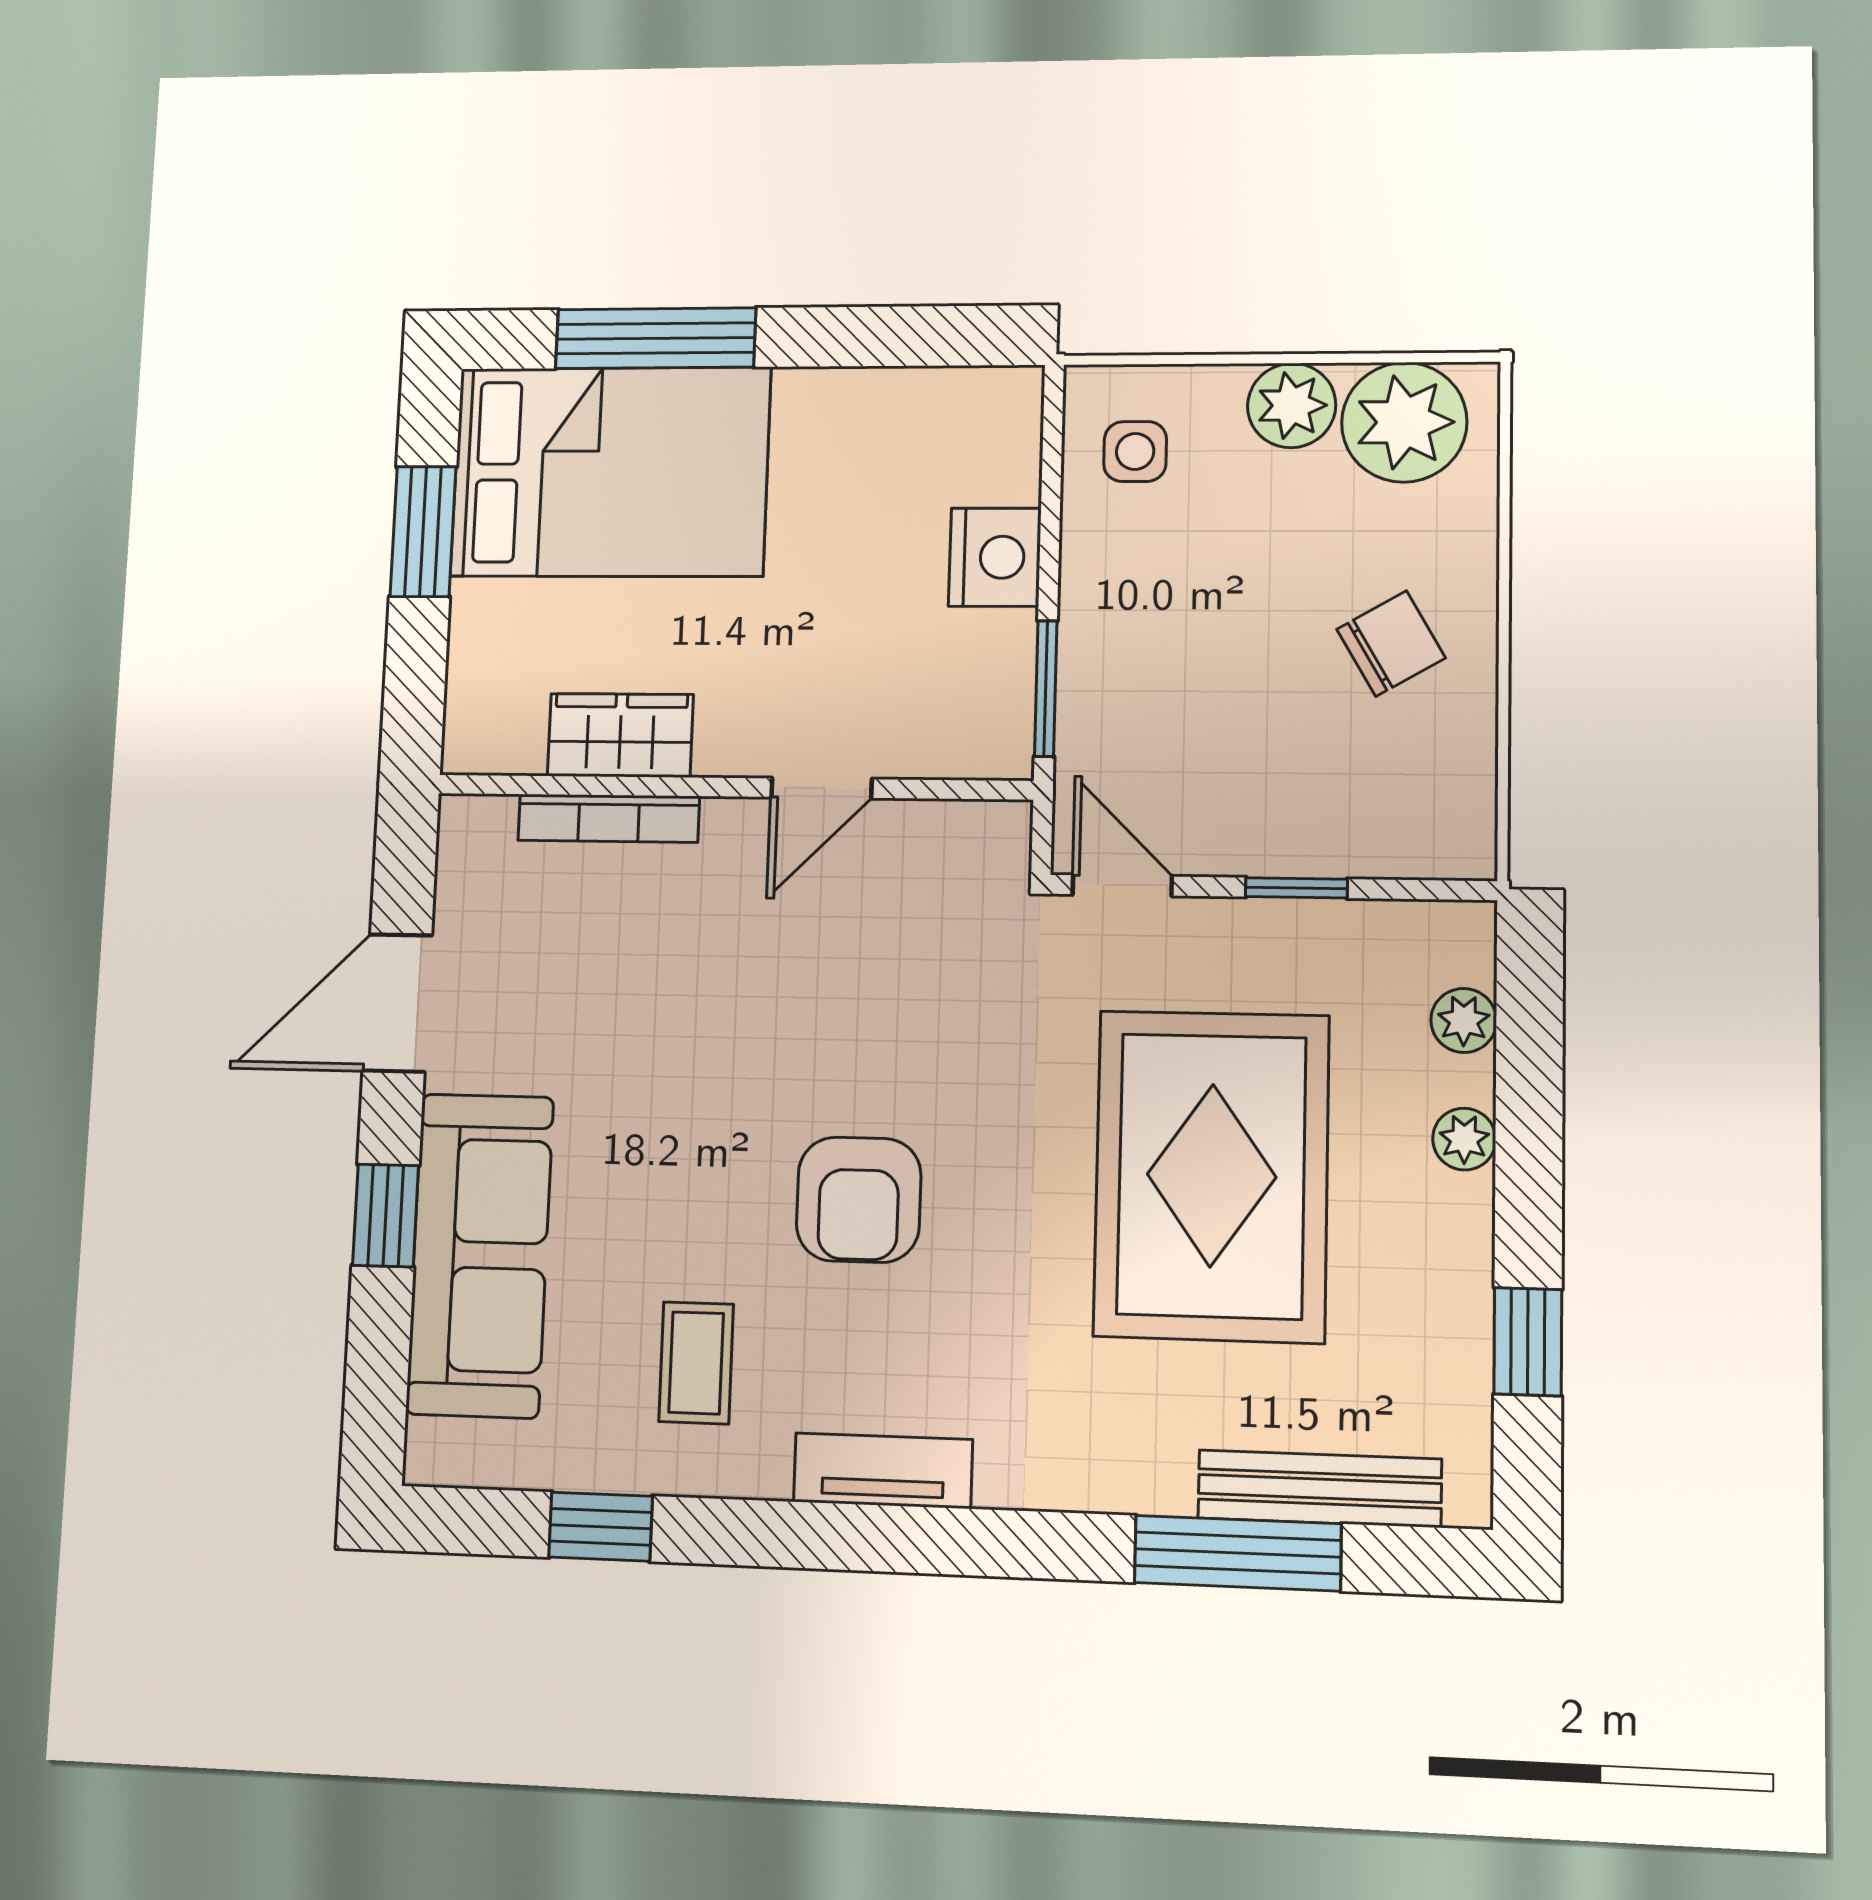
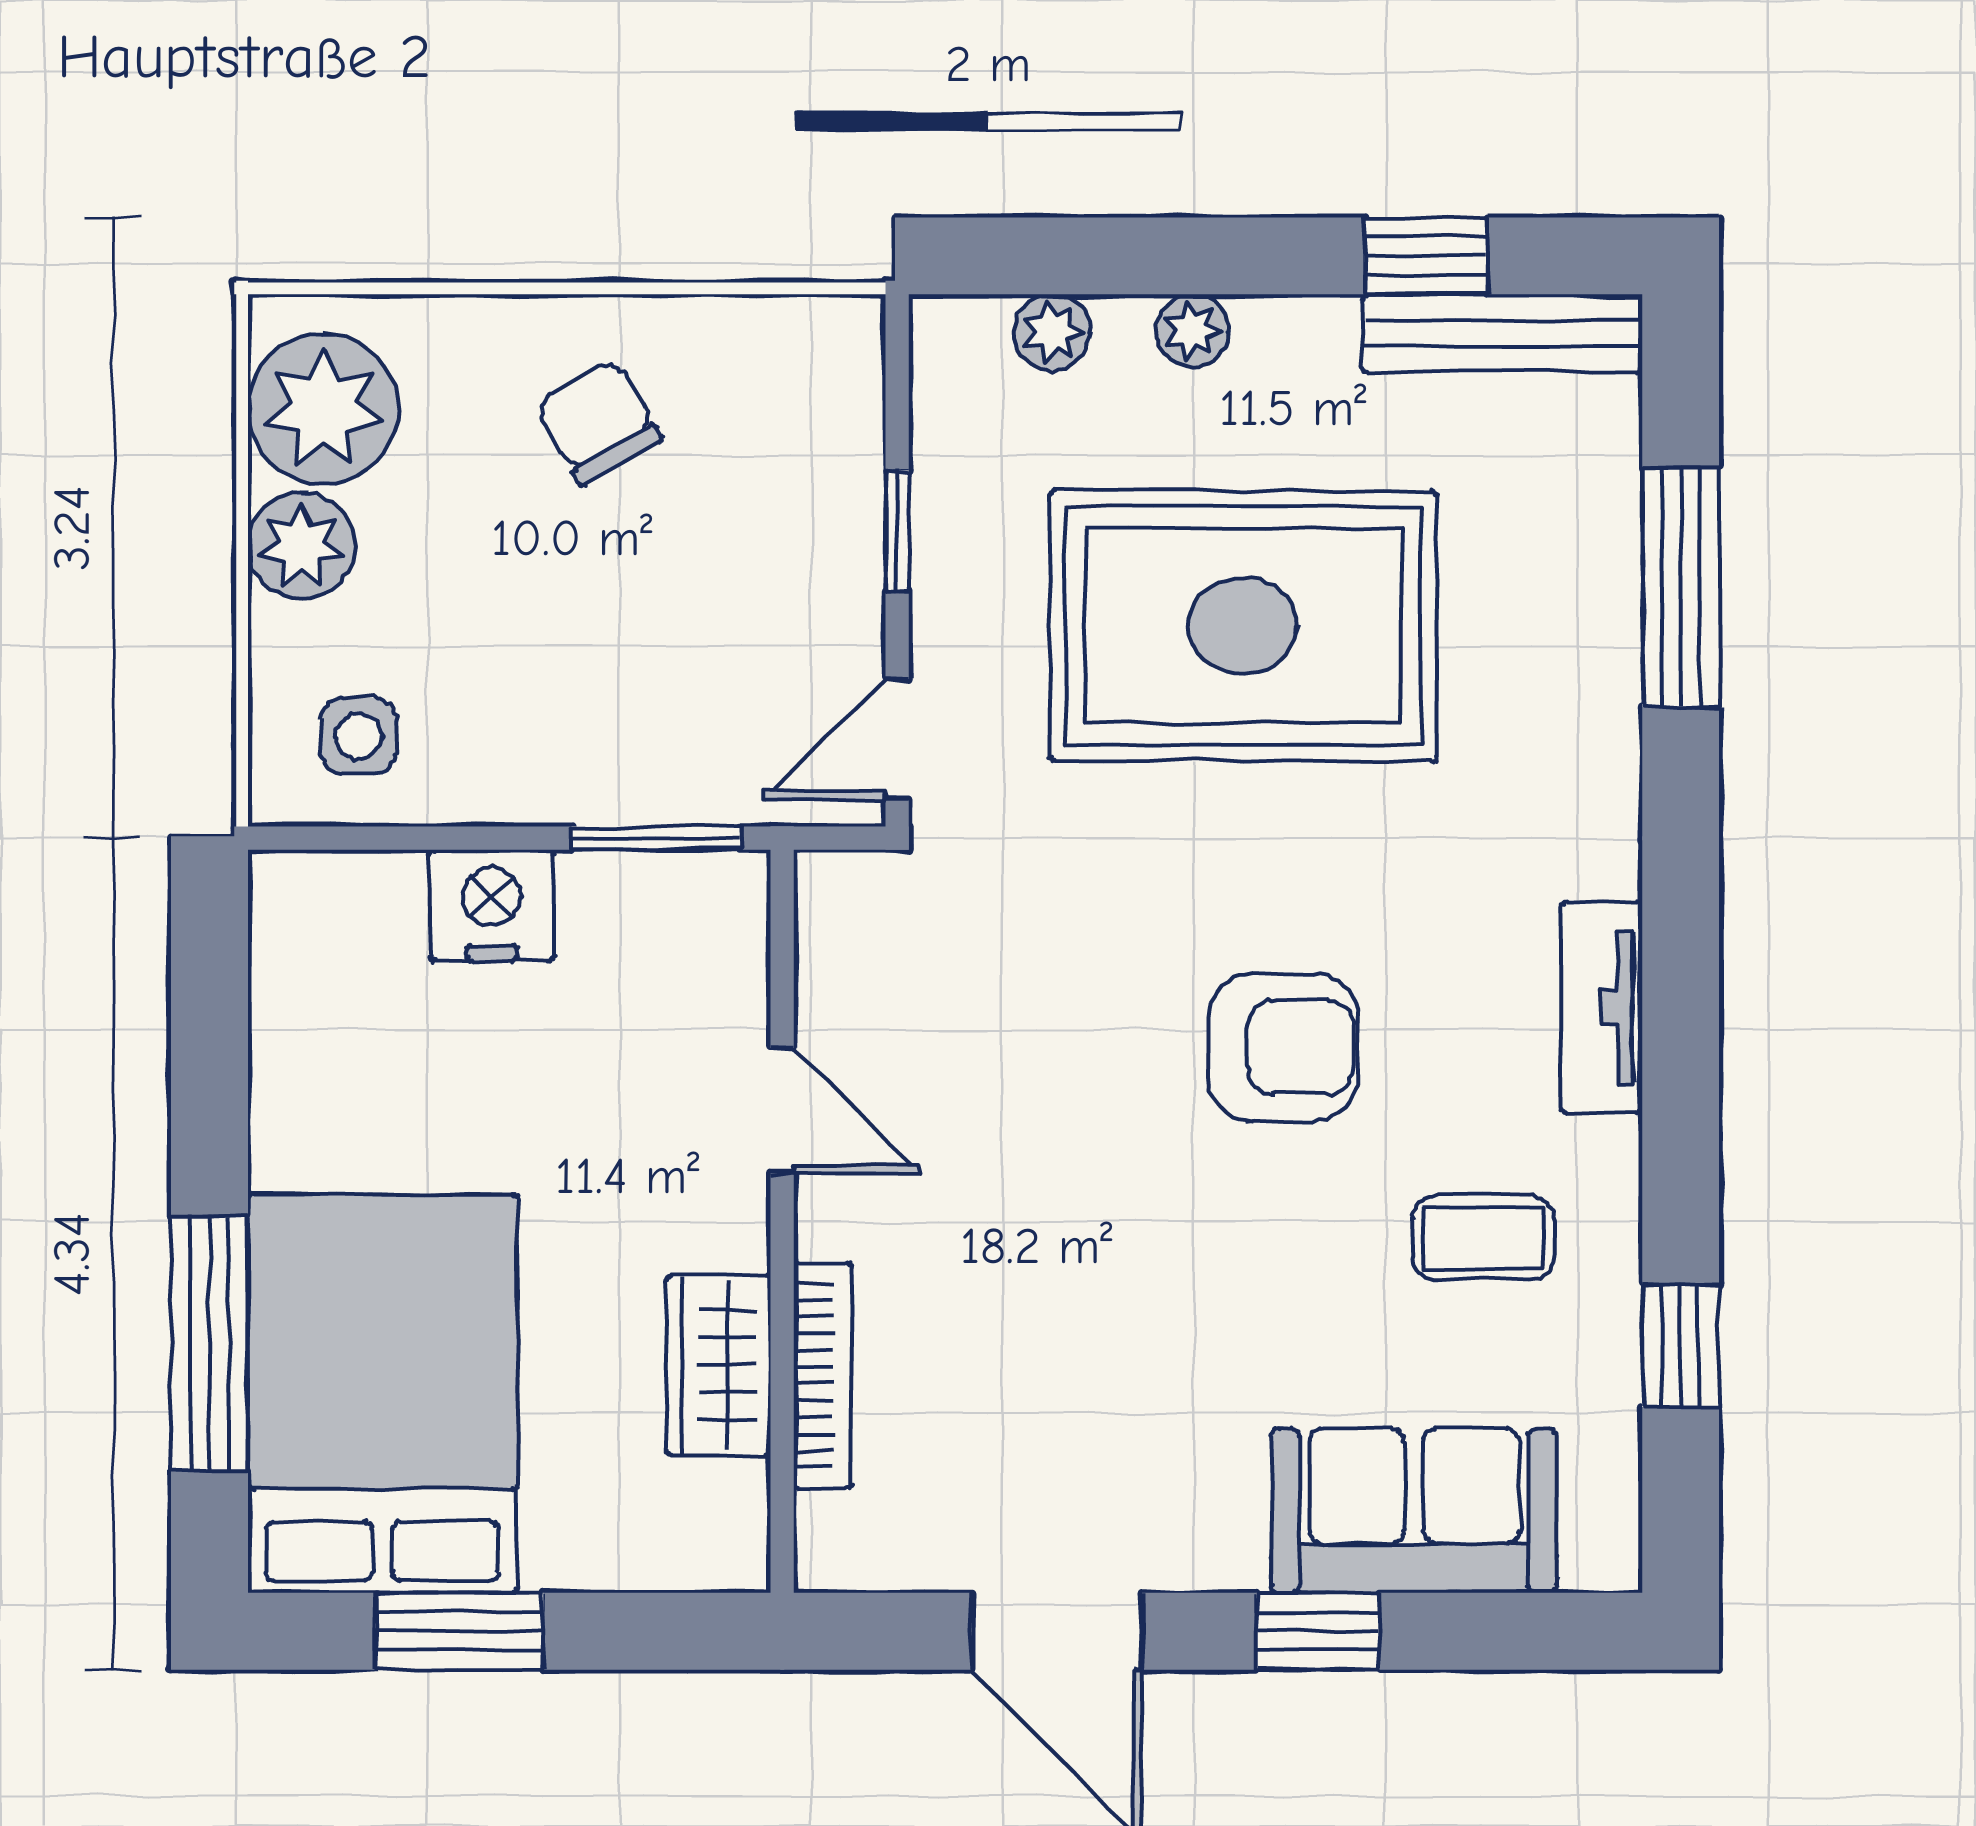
sofa: (480, 1255) -> (1414, 1511), width x0.73
bench: (1319, 1489) -> (1502, 333), moved, turned 90

